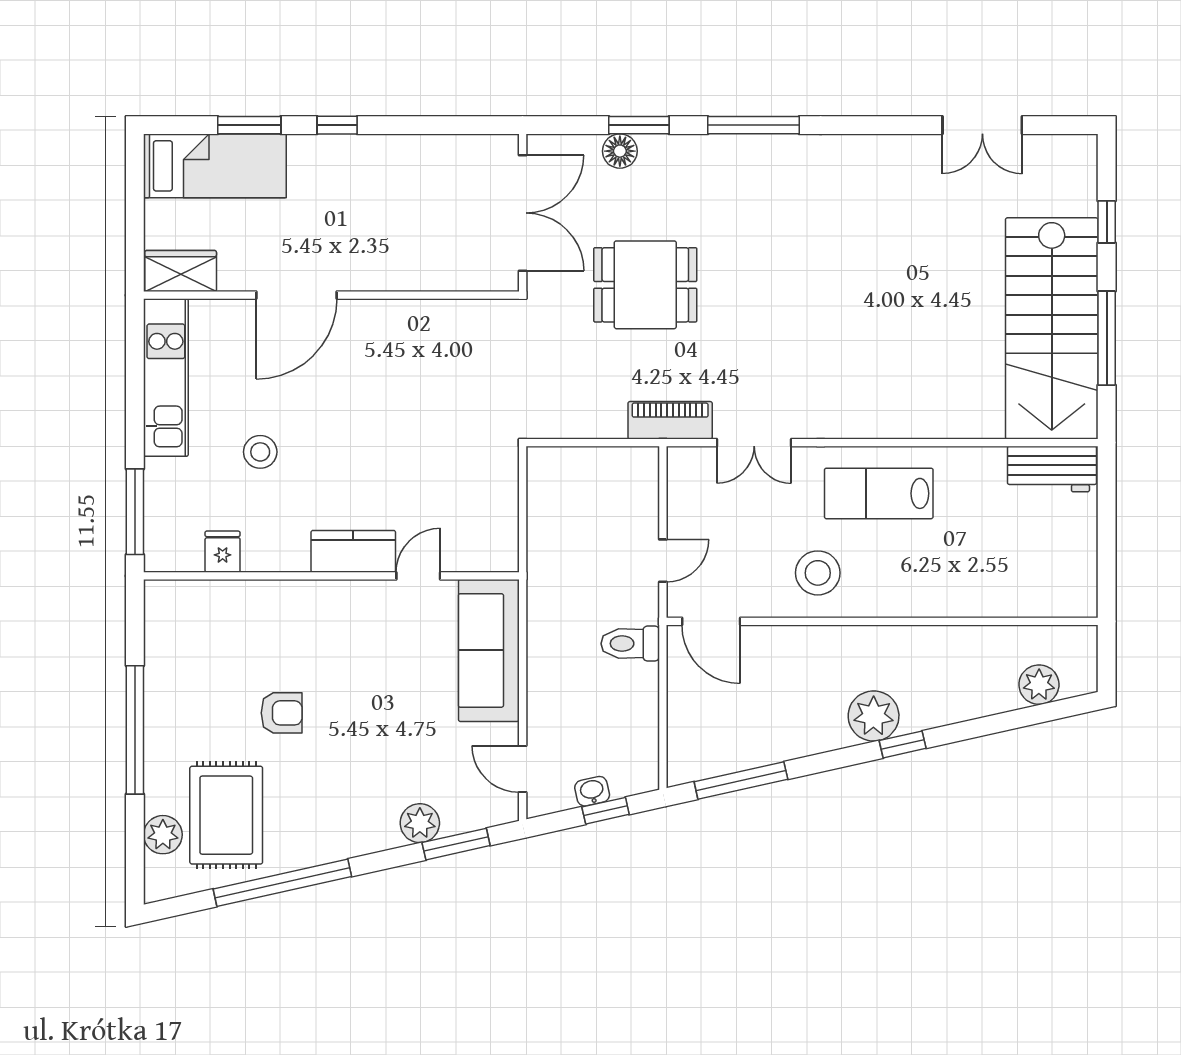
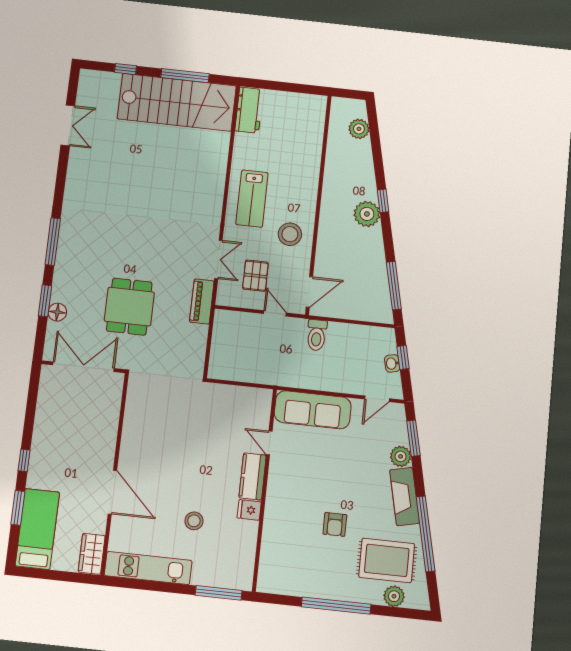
pallet: (731, 516) -> (255, 276), added
fridge: (223, 552) -> (249, 510), moved
armchair: (282, 713) -> (335, 524), turned 180
fireplace: (347, 837) -> (405, 496), added

